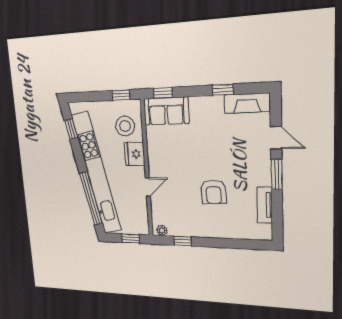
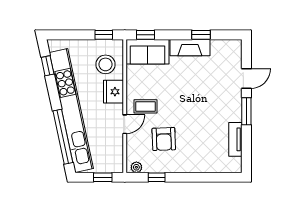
fireplace: (247, 103) -> (190, 48), moved
door: (276, 138) -> (246, 78), hinge flipped
coffee table: (167, 169) -> (145, 106), added
armchair: (214, 192) -> (164, 139), moved

